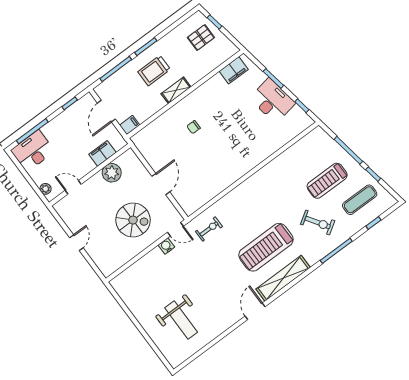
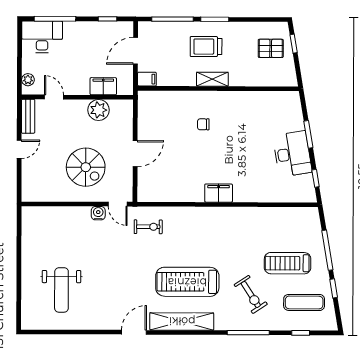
filing cabinet: (234, 70) -> (219, 193), moved, turned 180
bench: (65, 215) -> (28, 116), added

